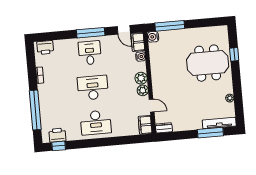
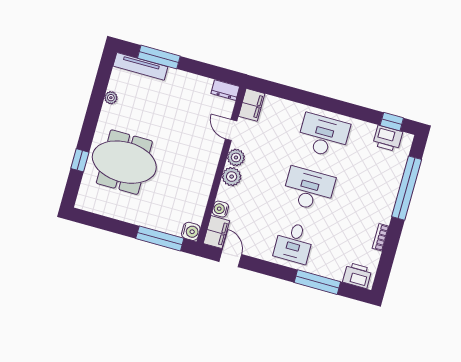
window: (91, 33) -> (317, 282), moved
desk: (93, 88) -> (309, 189), turned 180

